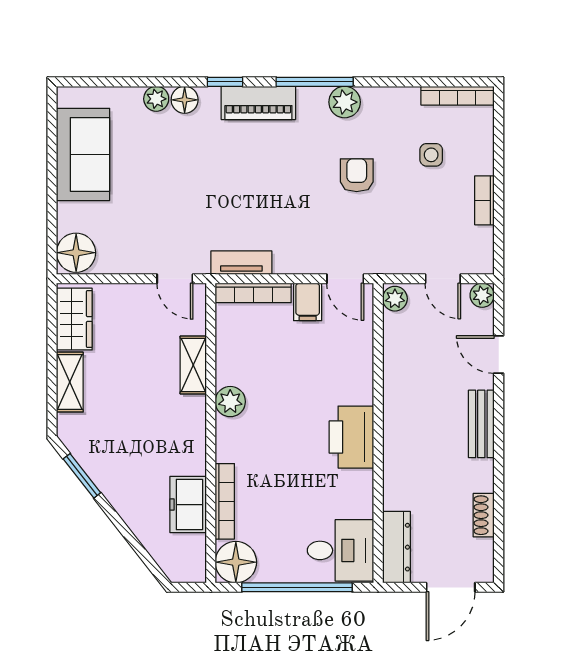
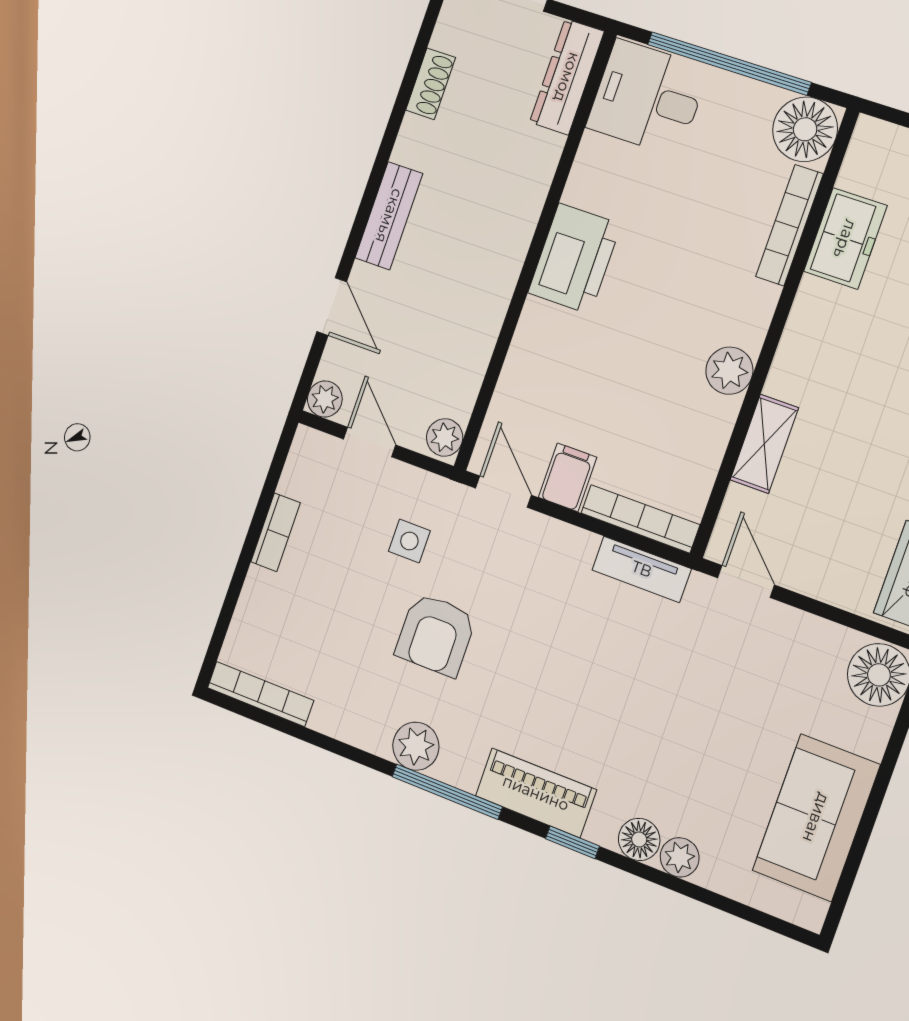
side table: (431, 155) -> (409, 541), moved
armchair: (357, 175) -> (436, 635), width x1.38, depth x1.38

